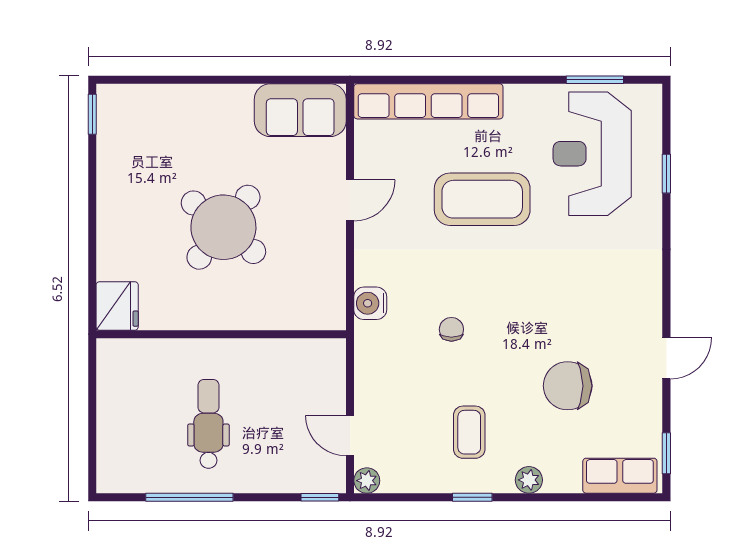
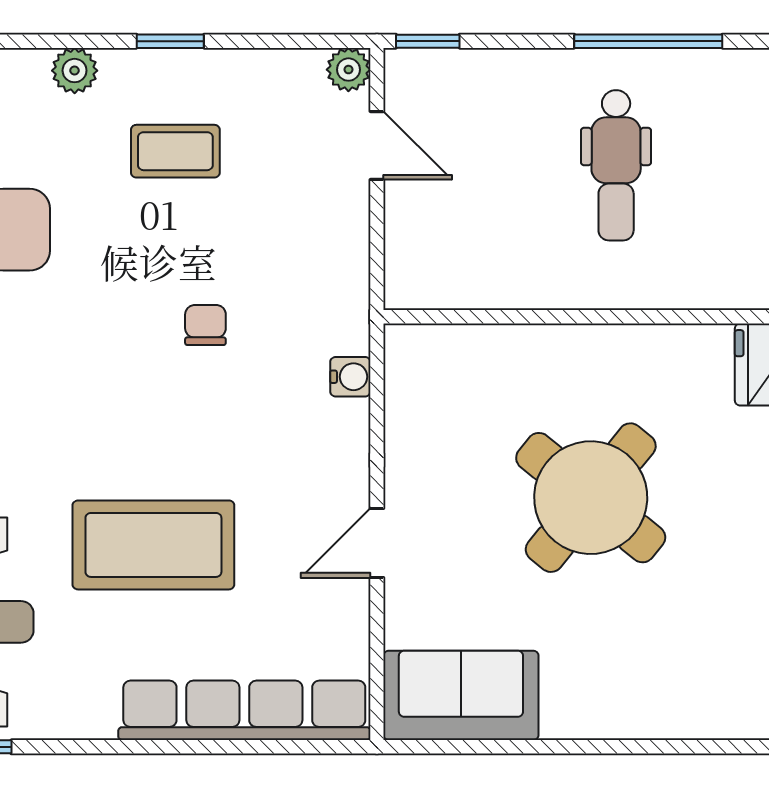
water cooler: (370, 303) -> (350, 377), width x0.72, depth x0.72
chair: (451, 329) -> (205, 325), turned 180
coffee table: (469, 432) -> (175, 151), turned 90

